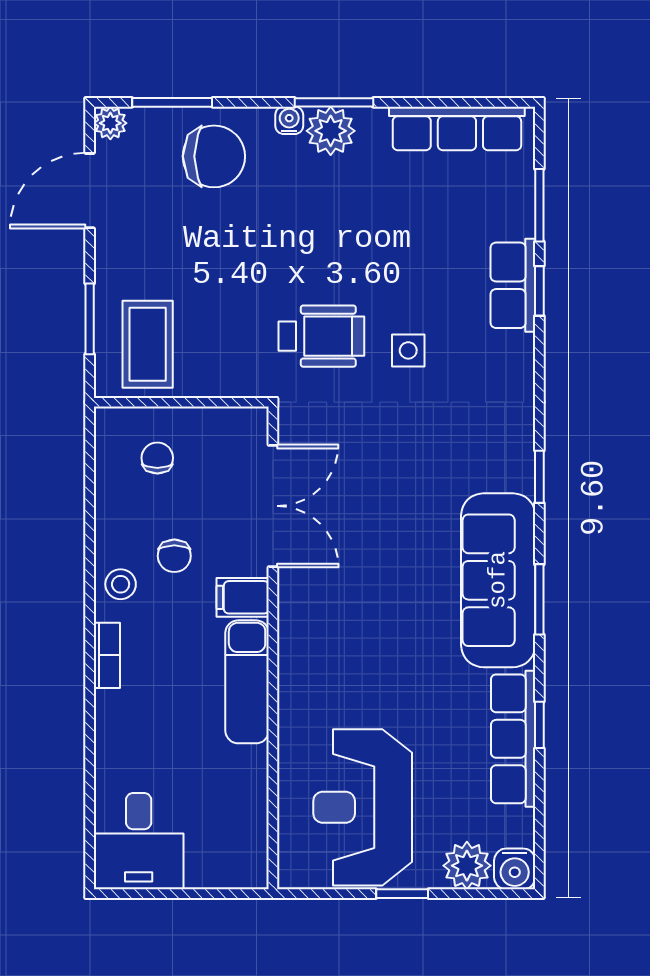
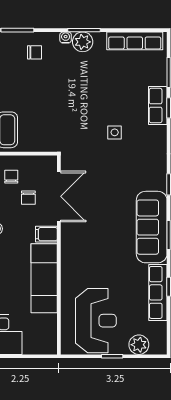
chair: (214, 156) -> (35, 52), width x0.54, depth x0.54
wheelchair: (321, 336) -> (79, 126), removed
chair: (174, 556) -> (28, 198), moved
exam couch: (247, 682) -> (44, 278), width x1.36, depth x1.45
reception desk: (363, 807) -> (96, 321), turned 180
water cooler: (515, 869) -> (158, 346), removed

